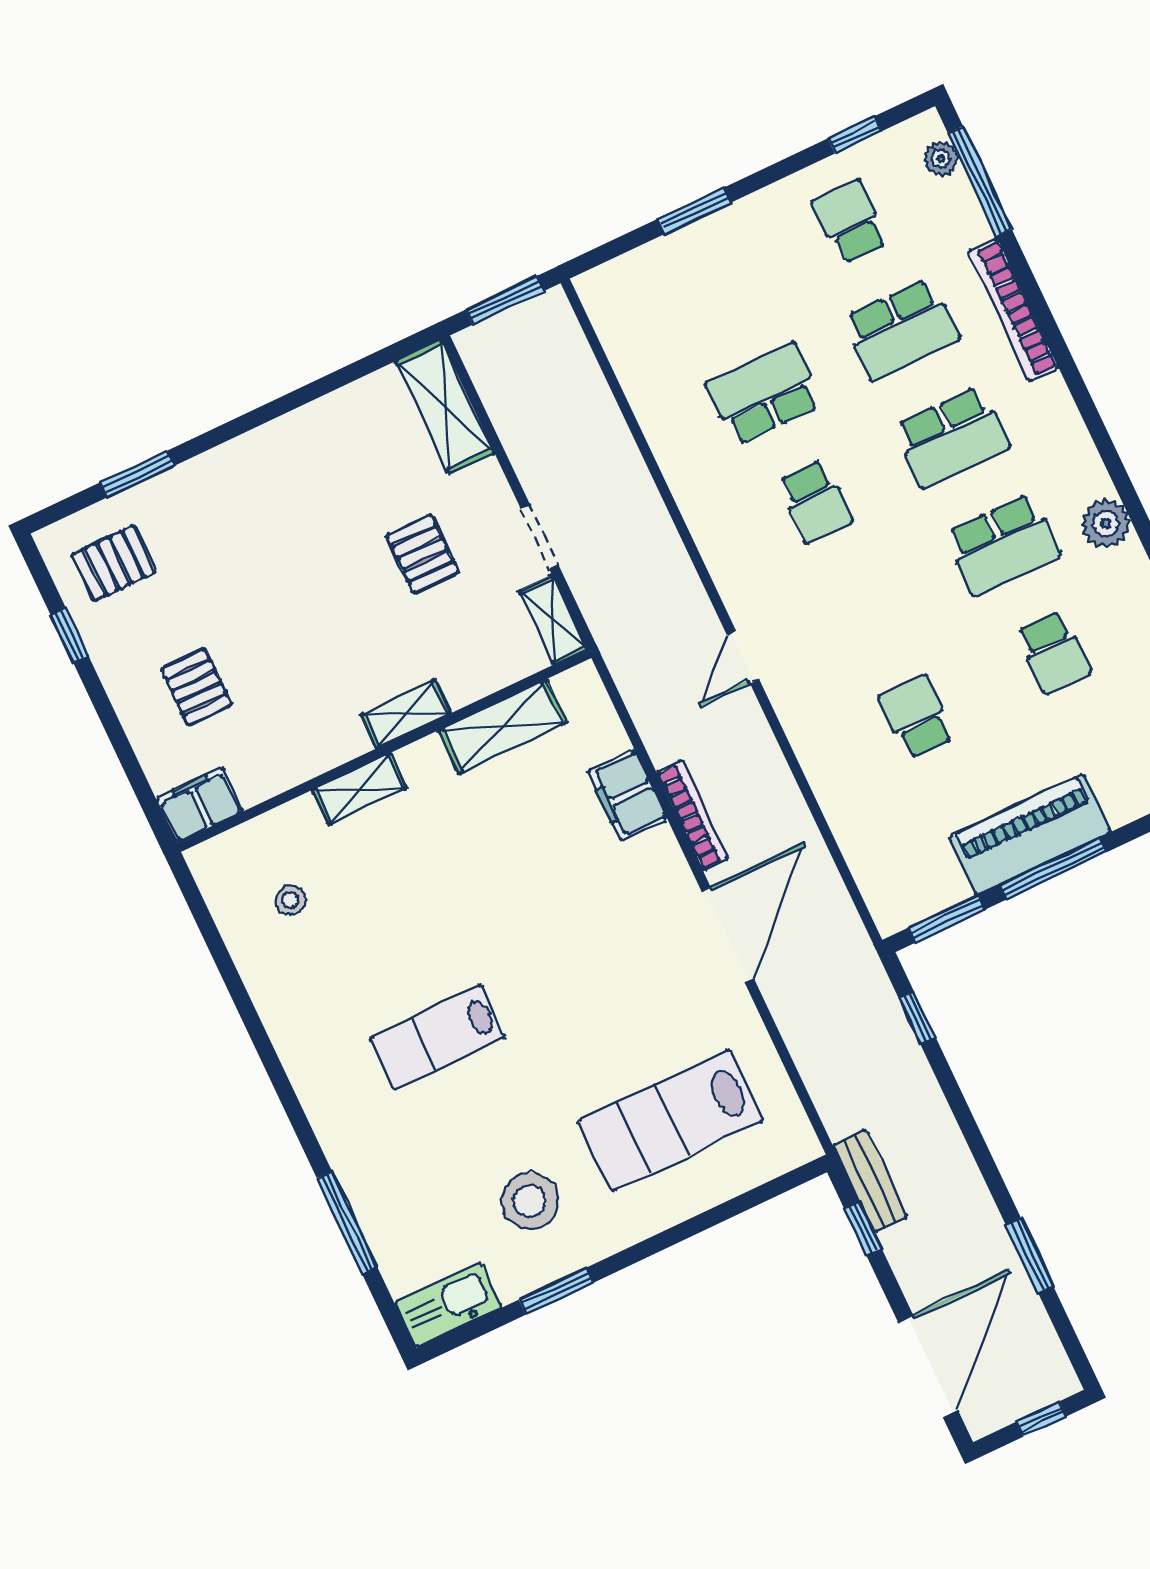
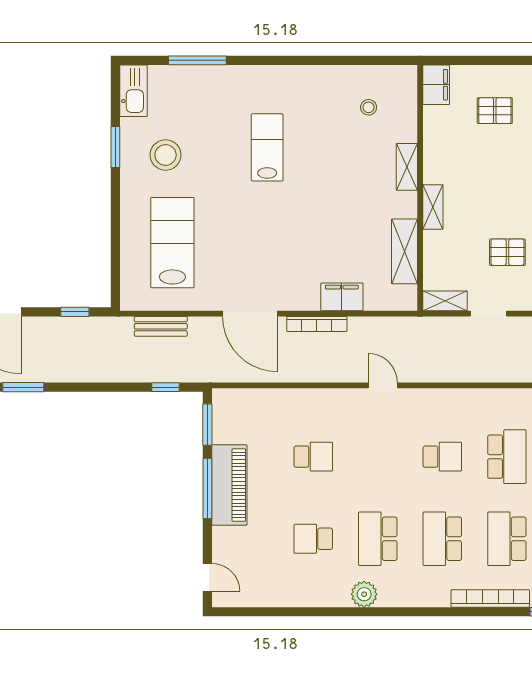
school desk: (815, 502) -> (442, 457), turned 180
bench: (870, 1181) -> (161, 326), moved

